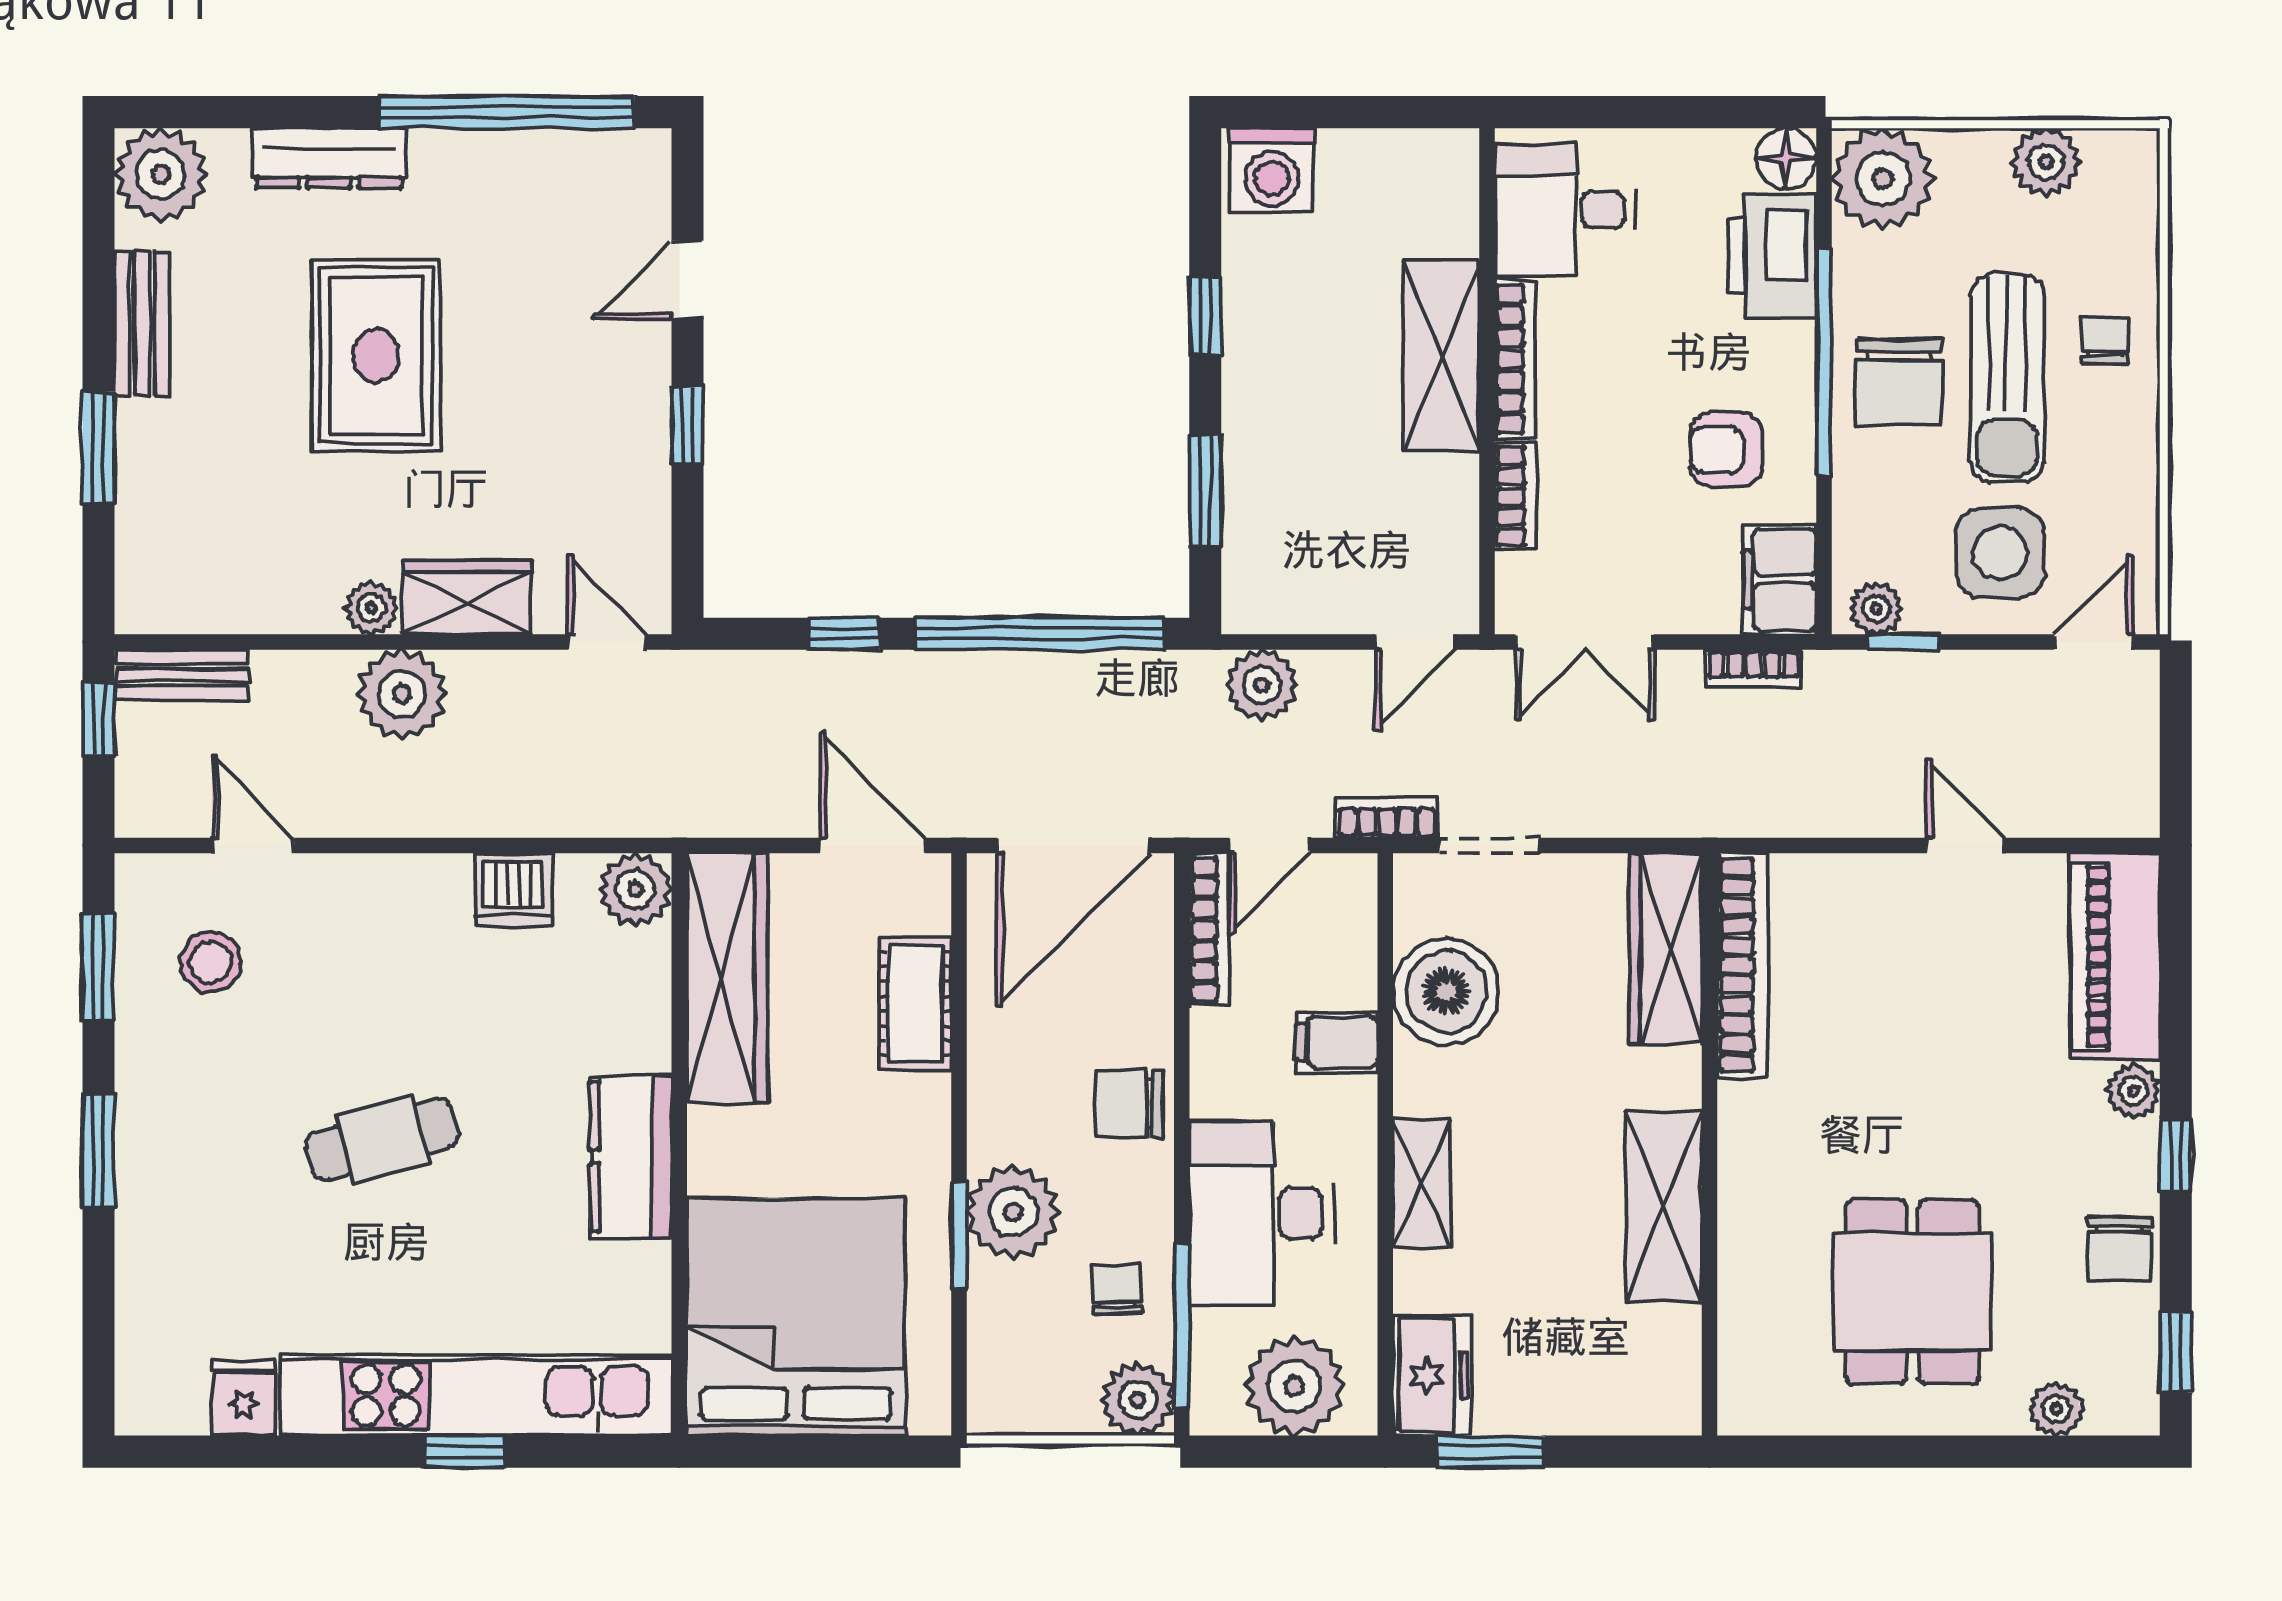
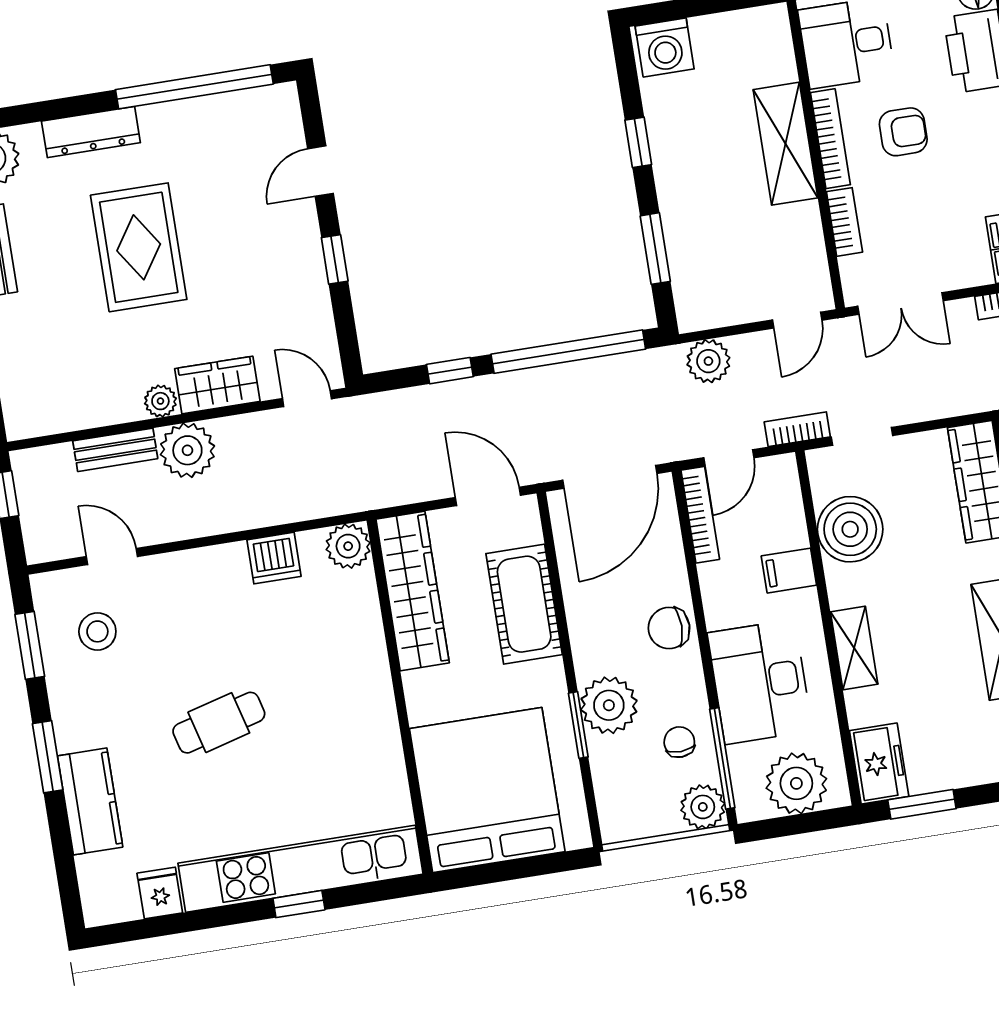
armchair: (1726, 450) -> (903, 132), moved, turned 180
bench: (182, 675) -> (115, 450), moved
cot: (915, 1003) -> (524, 604), width x1.37, depth x1.34
kitchen counter: (631, 1157) -> (90, 801), moved, turned 180

